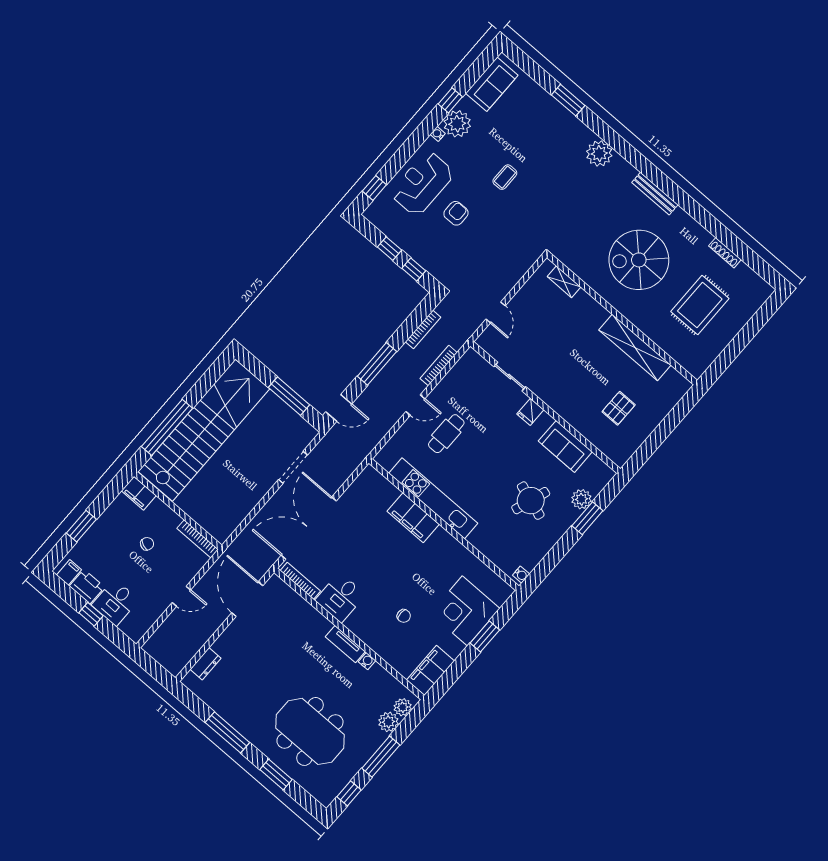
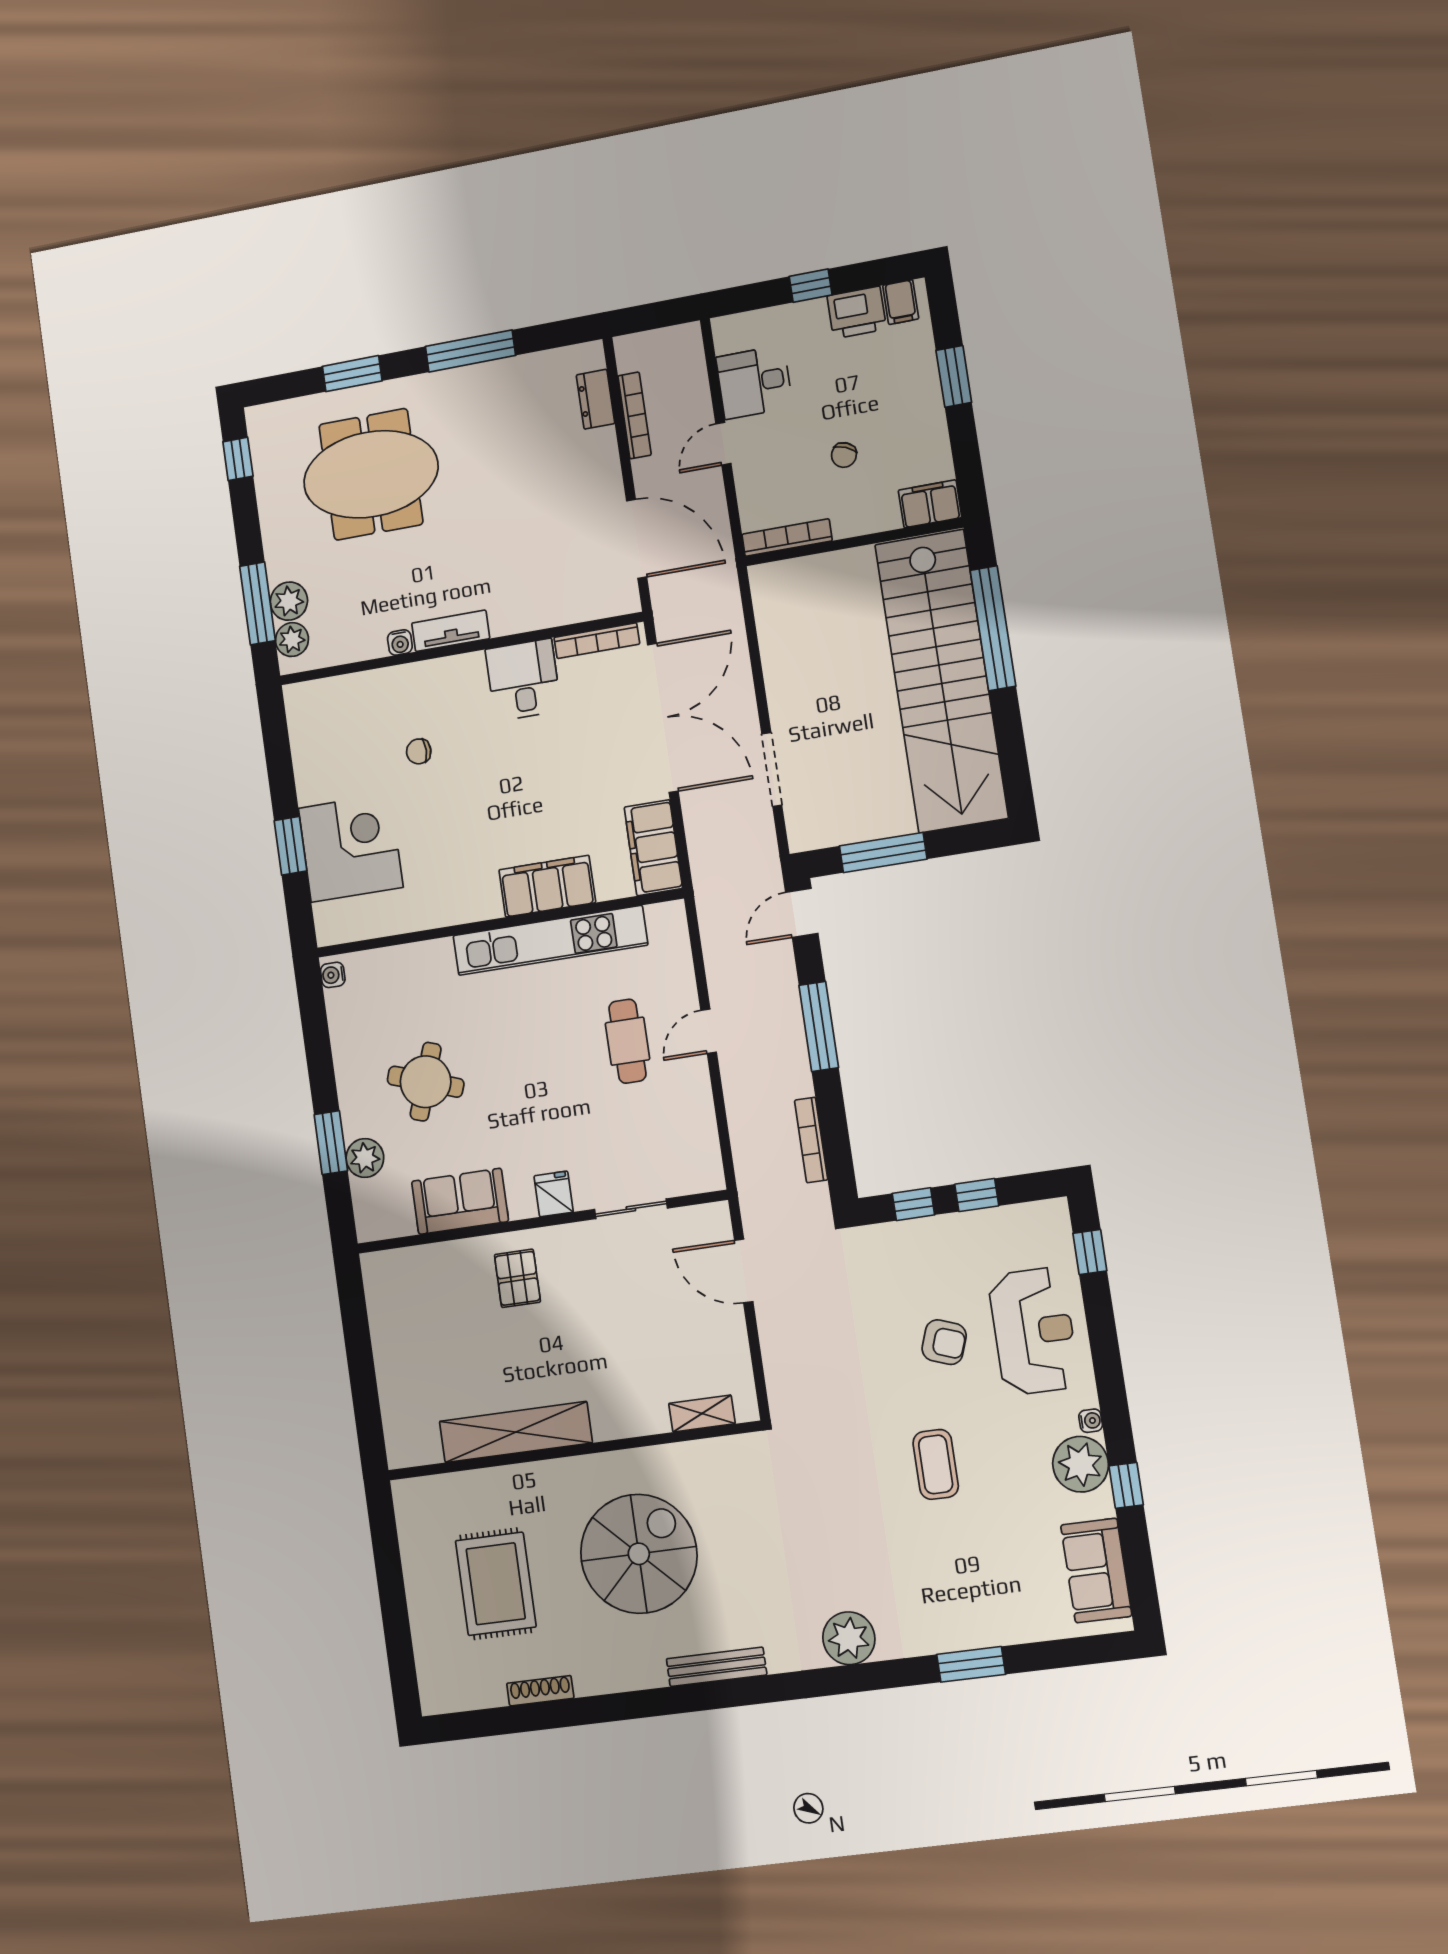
coffee table: (505, 177) -> (936, 1464), width x1.36, depth x1.30
armchair: (456, 213) -> (944, 1342), turned -70
door: (496, 312) -> (744, 1271), width x1.38
bookcase: (439, 366) -> (635, 415), moved
pallet: (619, 408) -> (517, 1278), moved
desk: (115, 602) -> (754, 382), moved, turned -90
filing cabinet: (431, 670) -> (653, 848), moved, turned 180
window: (381, 757) -> (258, 603), moved

